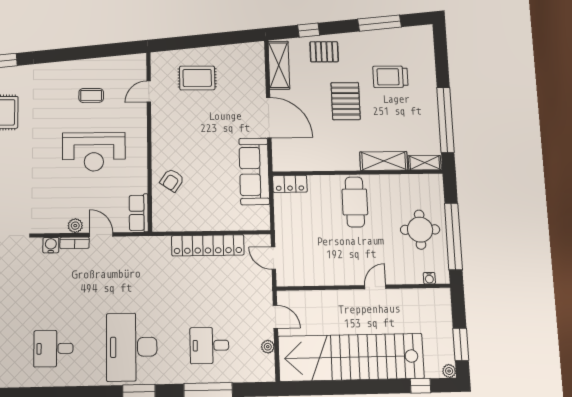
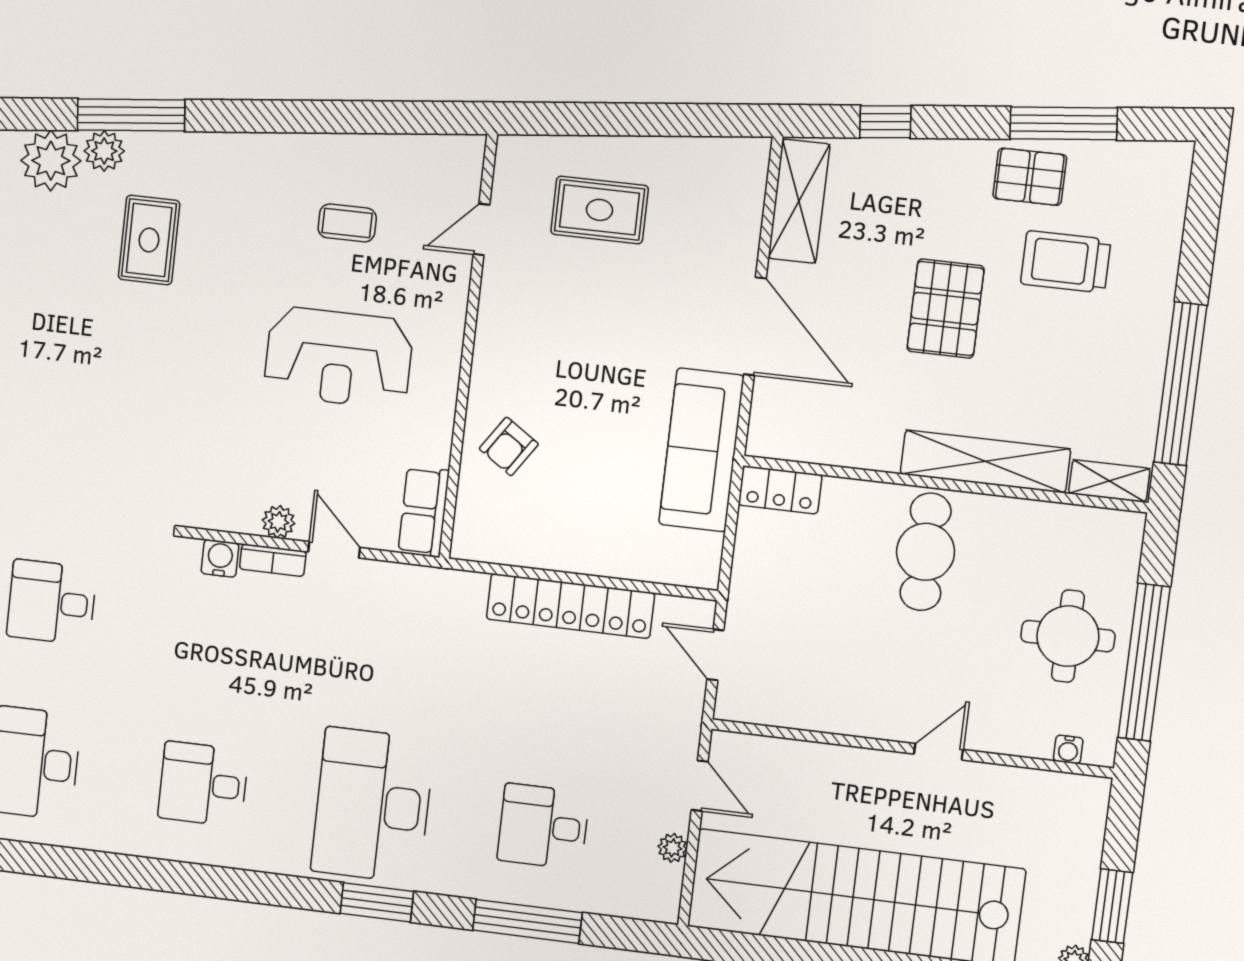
pallet: (324, 52) -> (1030, 177), moved
shelving: (384, 161) -> (985, 461), width x1.47

